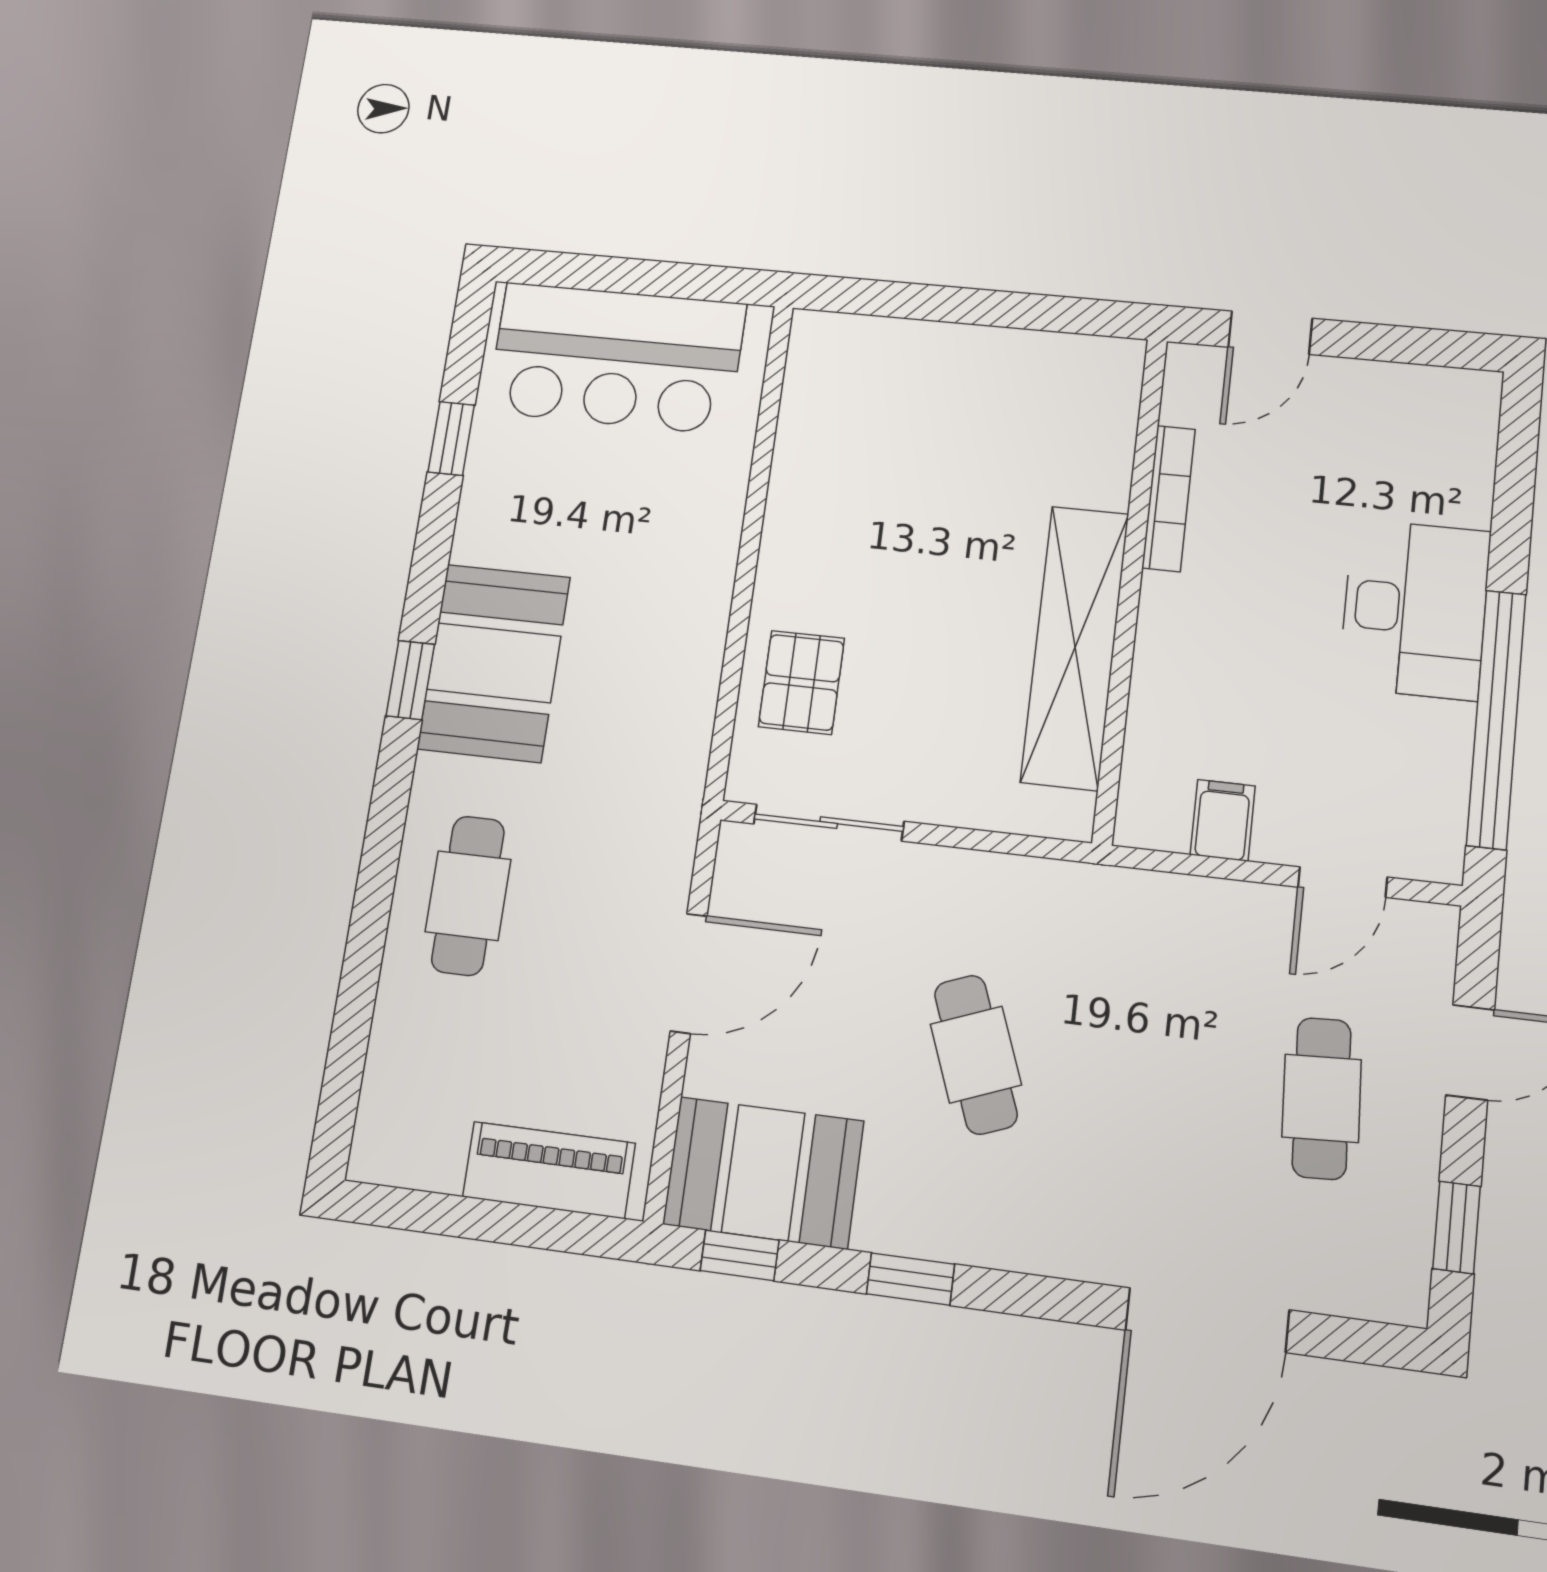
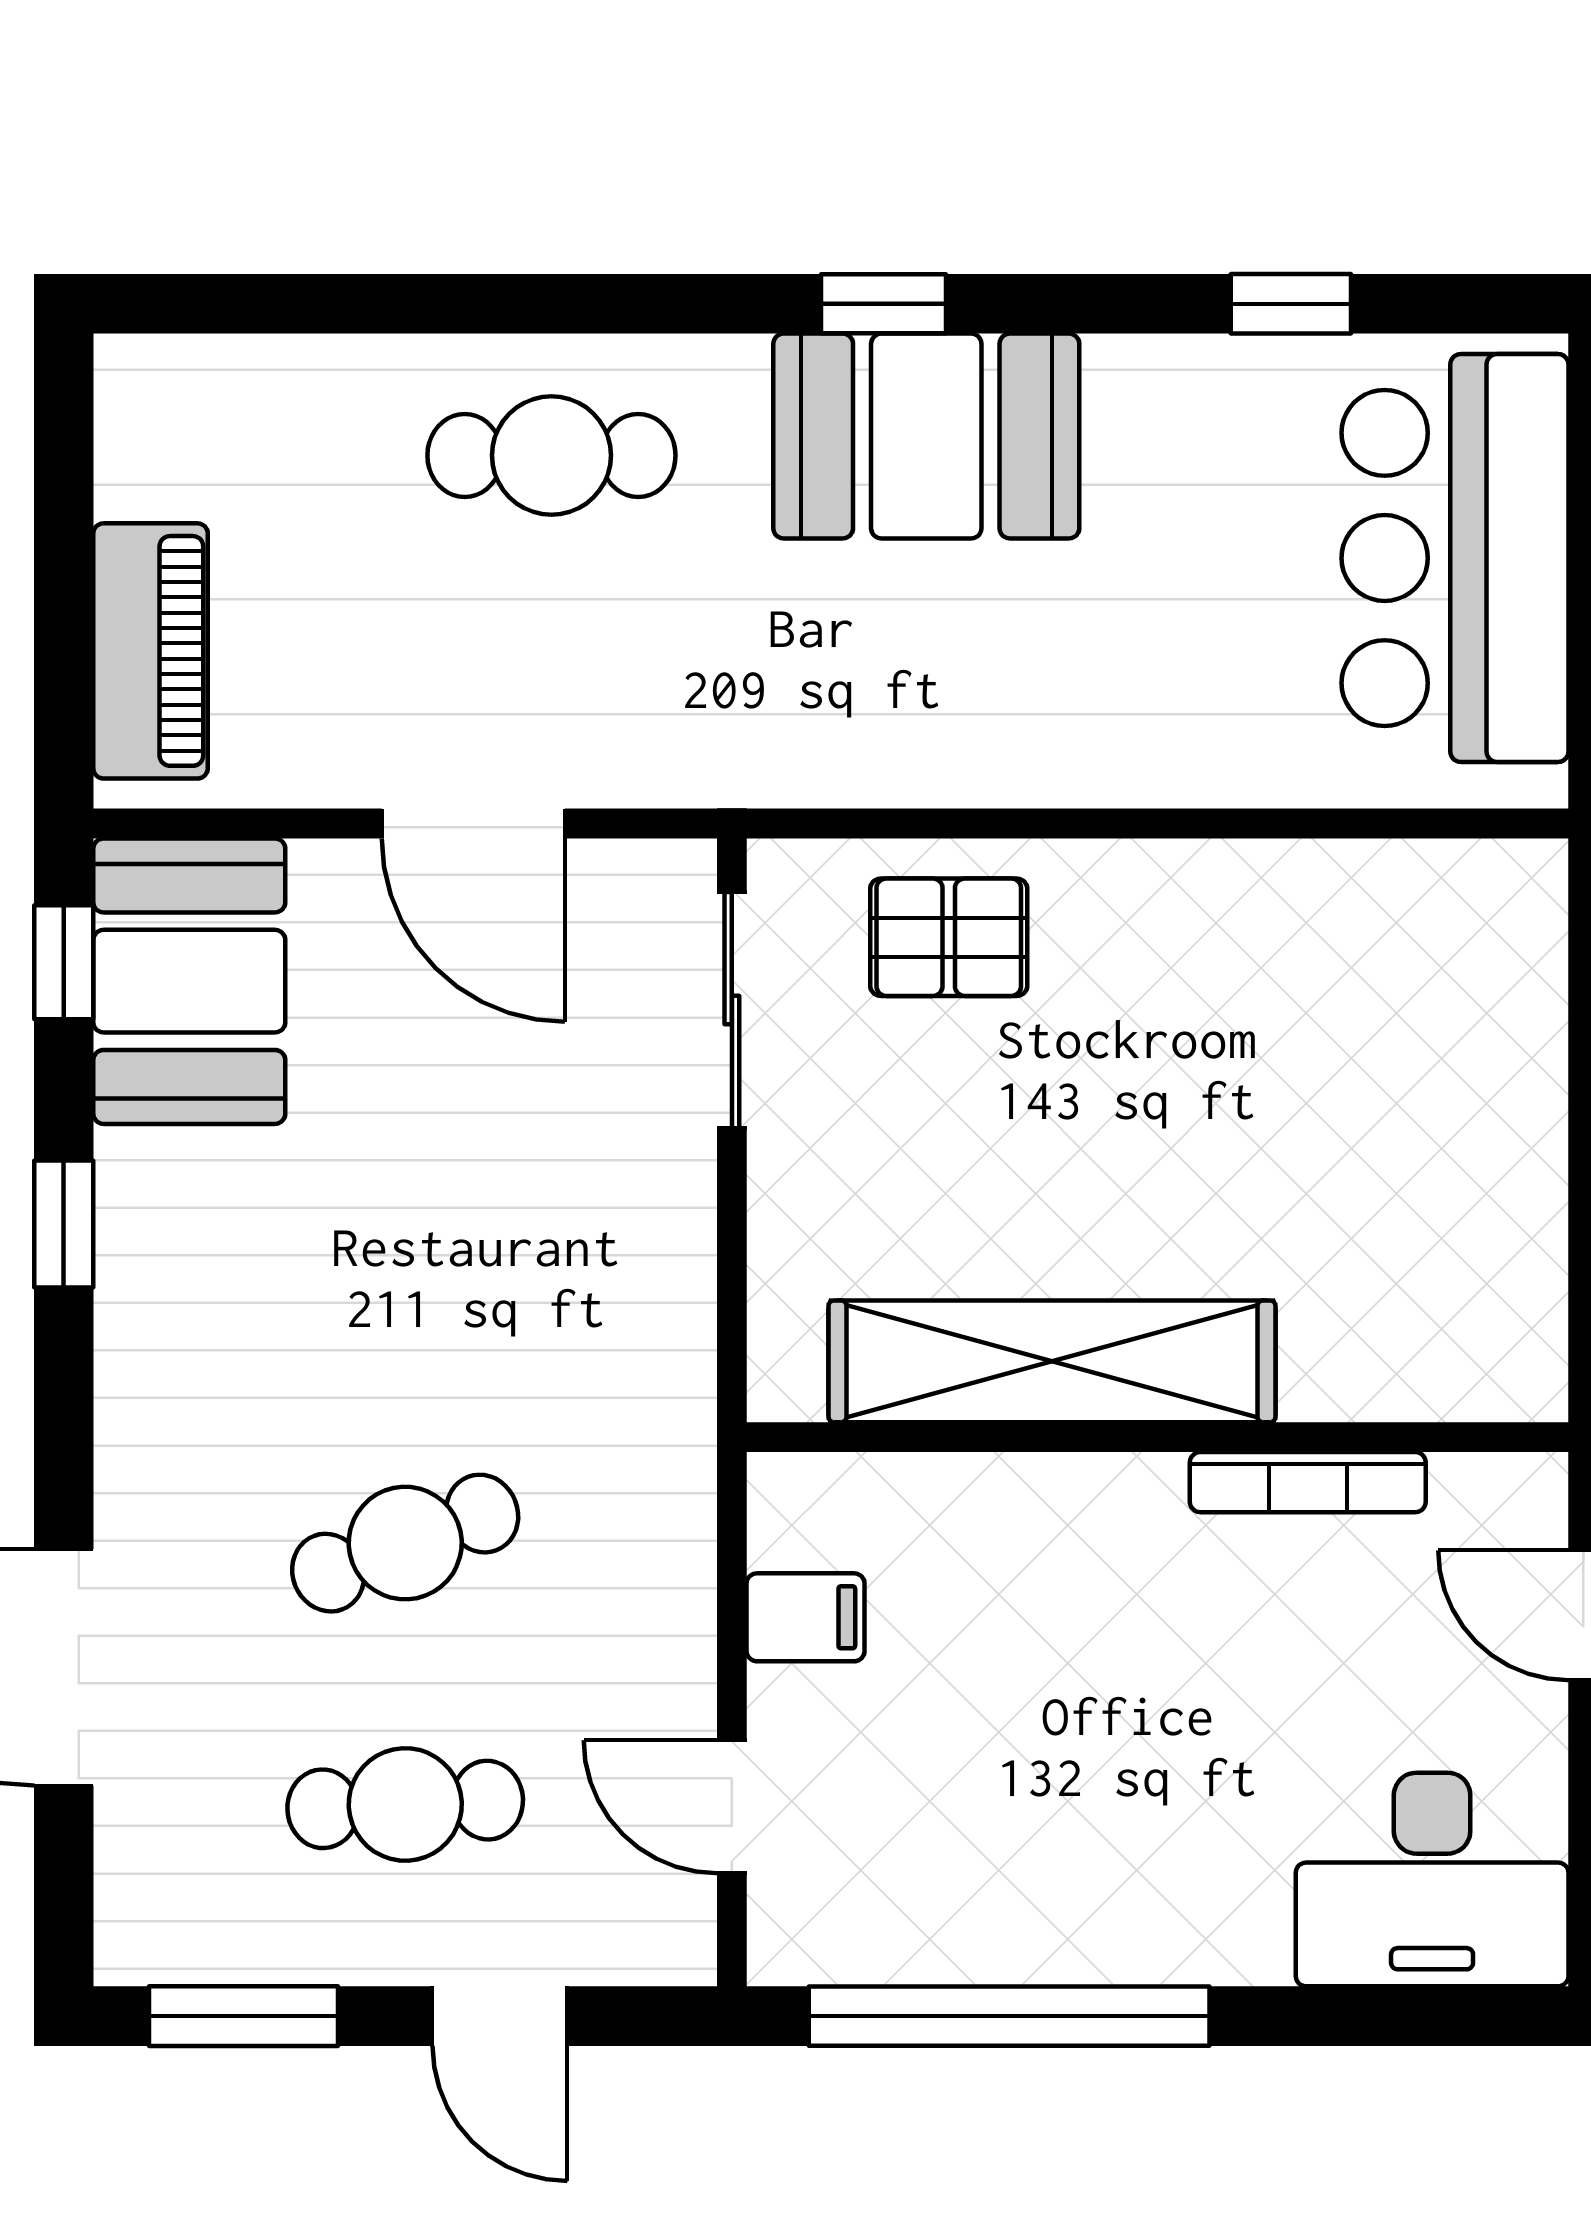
desk: (1415, 609) -> (1432, 1879), moved
cafe table: (976, 1055) -> (405, 1543), moved
window: (1457, 1227) -> (244, 2016), width x1.50

